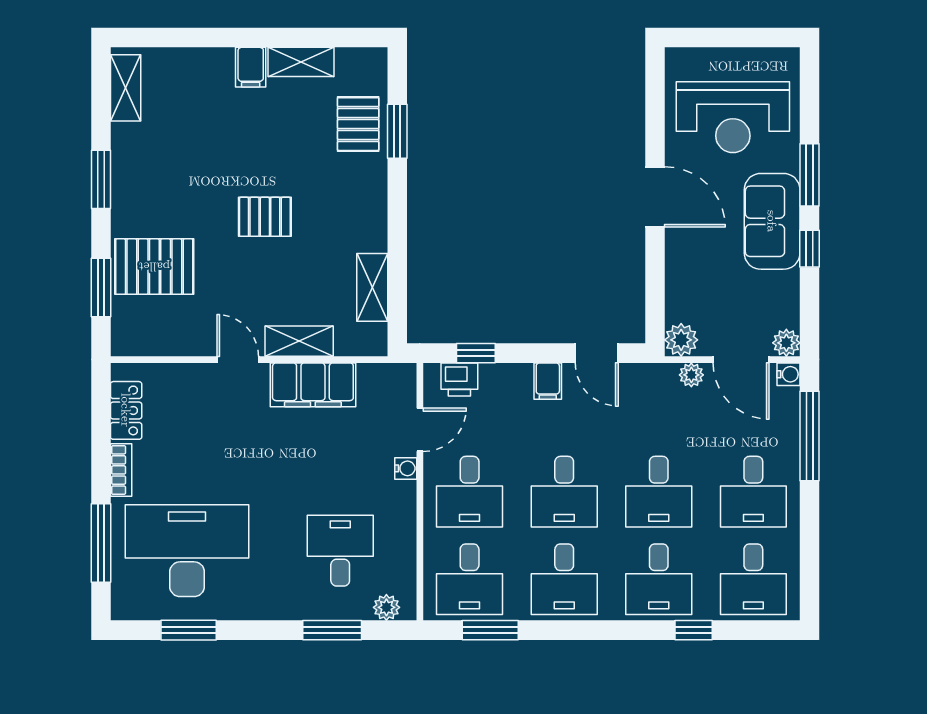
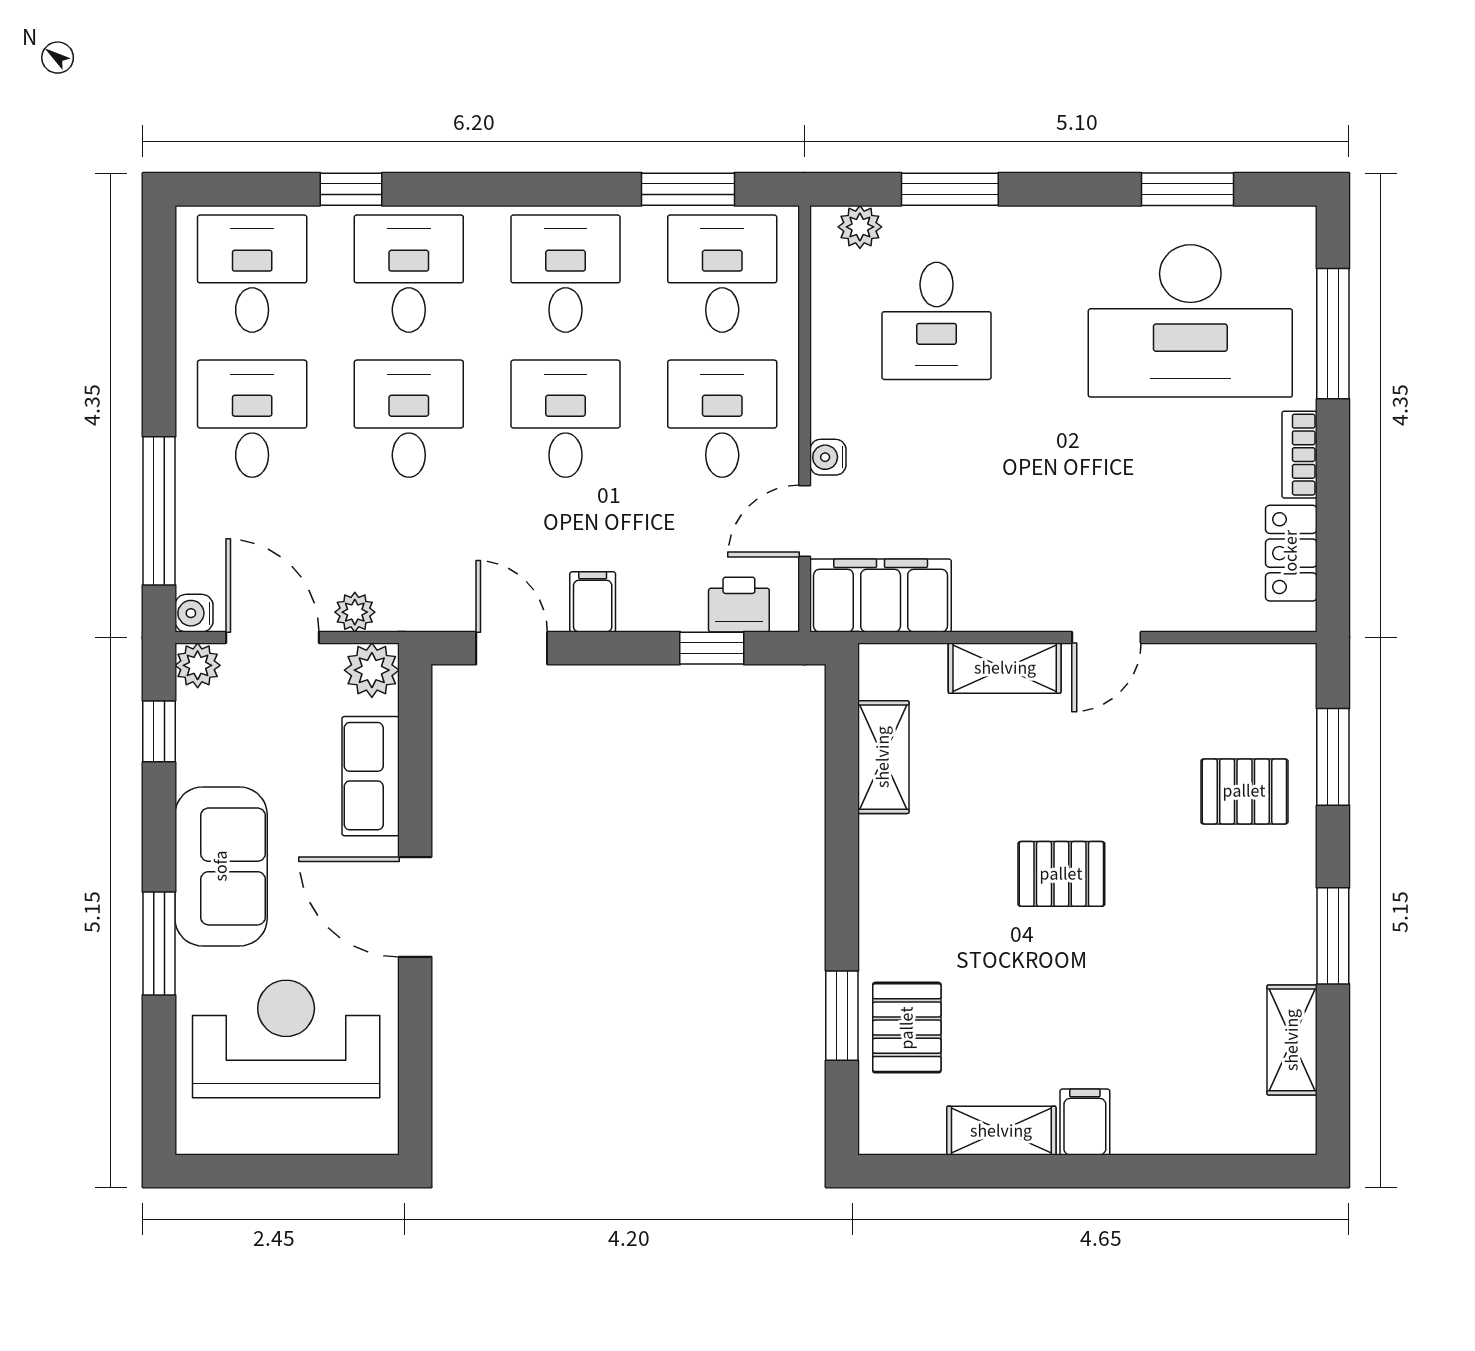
shelving: (126, 88) -> (1292, 1040), moved
window: (810, 249) -> (159, 731), moved
pallet: (154, 267) -> (1244, 791), width x0.67, depth x0.71
row of seats: (682, 276) -> (371, 776), added
door: (238, 360) -> (1106, 637), hinge flipped
filing cabinet: (313, 385) -> (881, 596), moved

